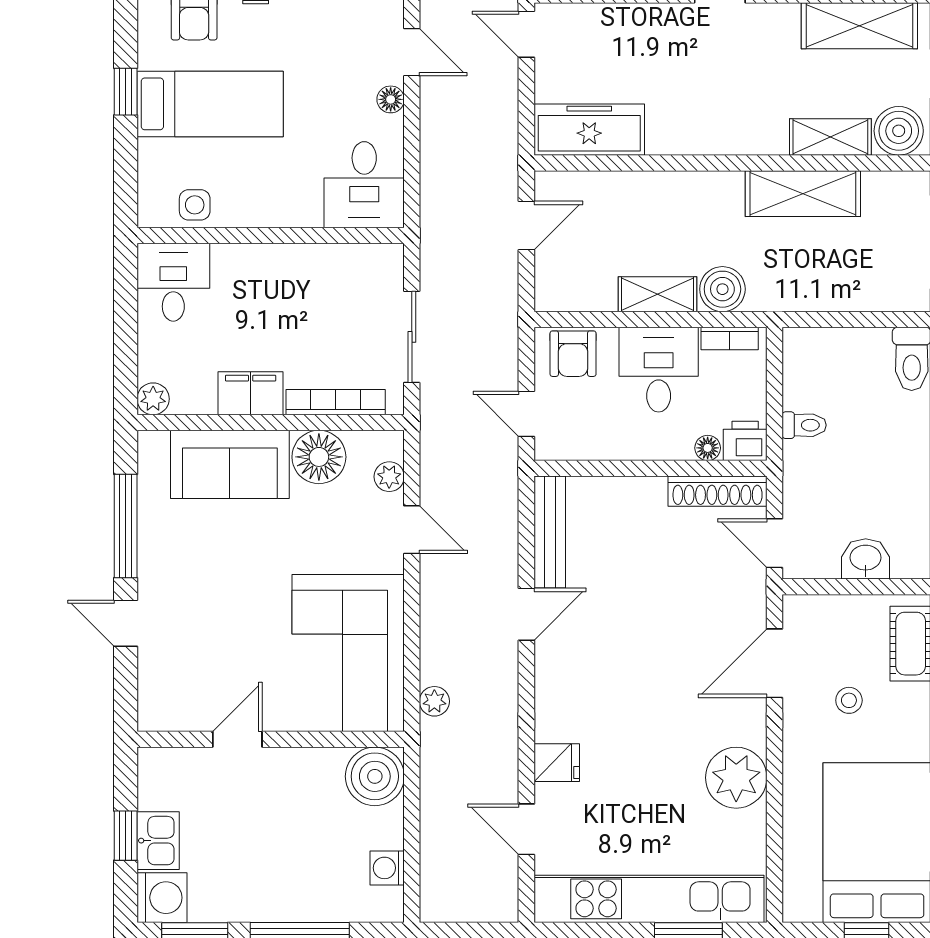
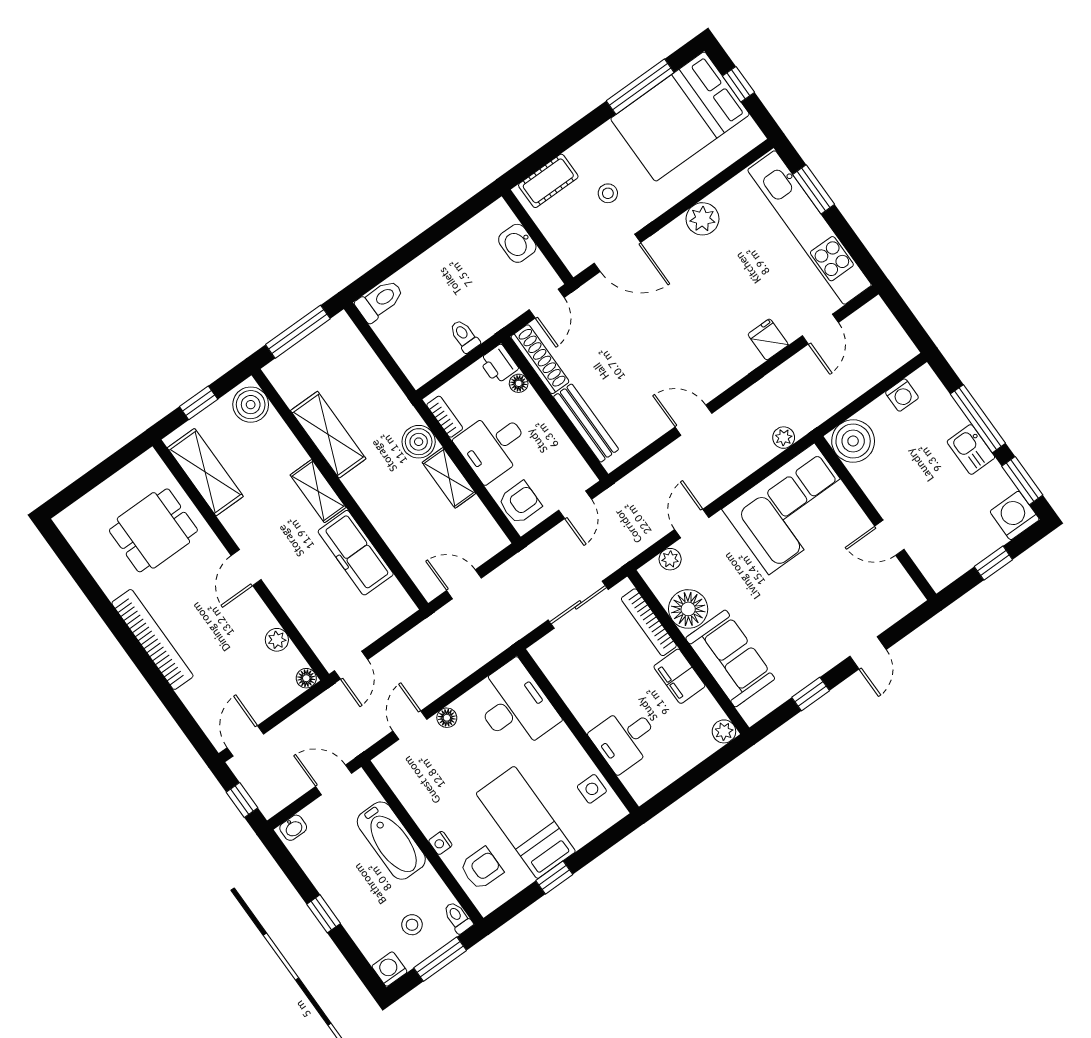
freezer: (589, 130) -> (356, 553), moved
shelving: (830, 137) -> (318, 491), moved
desk: (364, 185) -> (515, 706), width x1.37
desk: (173, 282) -> (625, 739), moved
window: (126, 526) -> (811, 694), width x0.46
bench: (550, 532) -> (586, 423), moved, turned 90
plant: (736, 778) -> (703, 219), width x0.73, depth x0.73
kitchen sink: (158, 841) -> (971, 449), moved, turned -90

